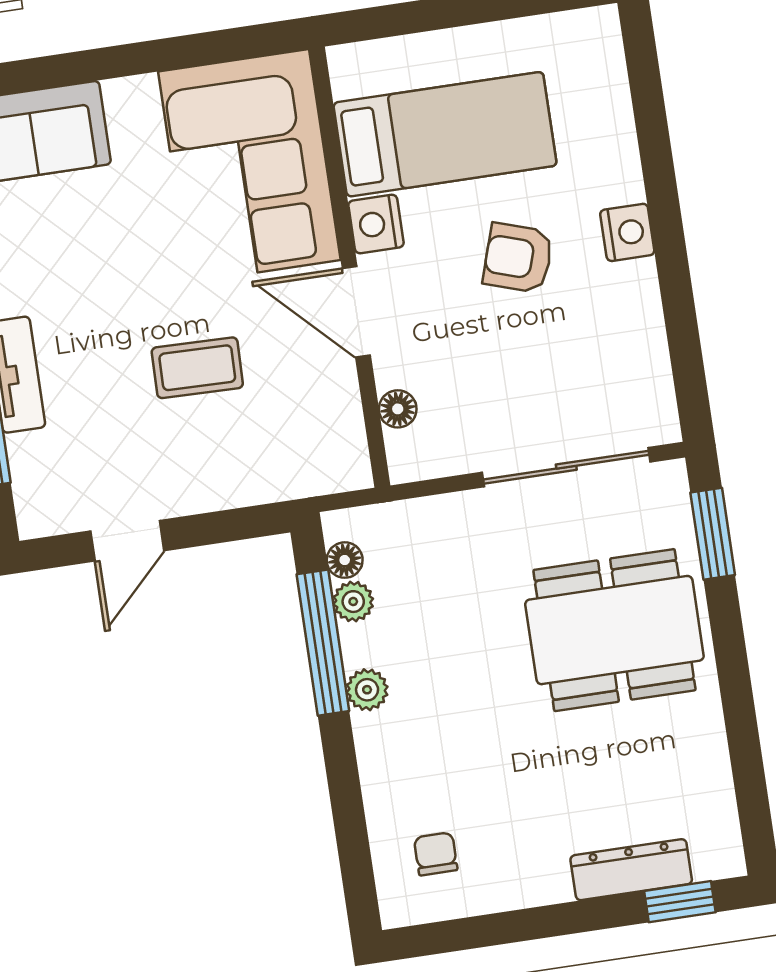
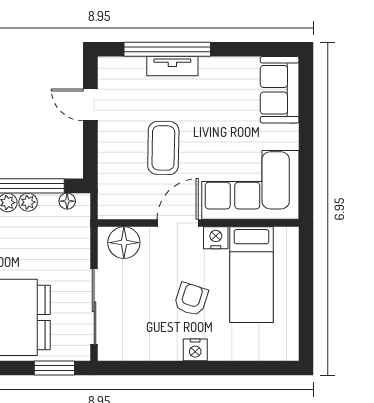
coffee table: (197, 368) -> (163, 148), width x1.36, depth x1.30
floor lamp: (398, 409) -> (124, 243), width x1.89, depth x1.89
plant: (353, 602) -> (28, 202), moved

